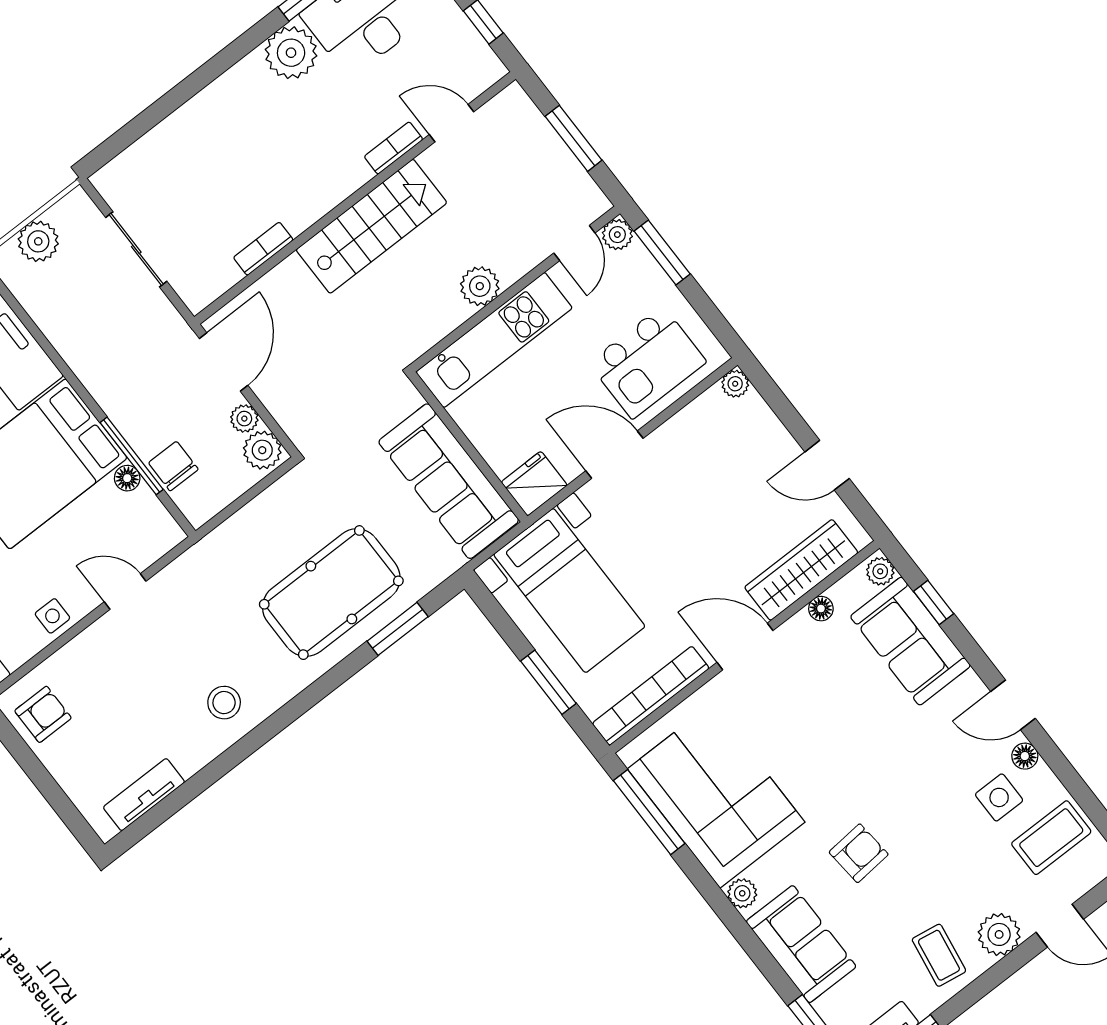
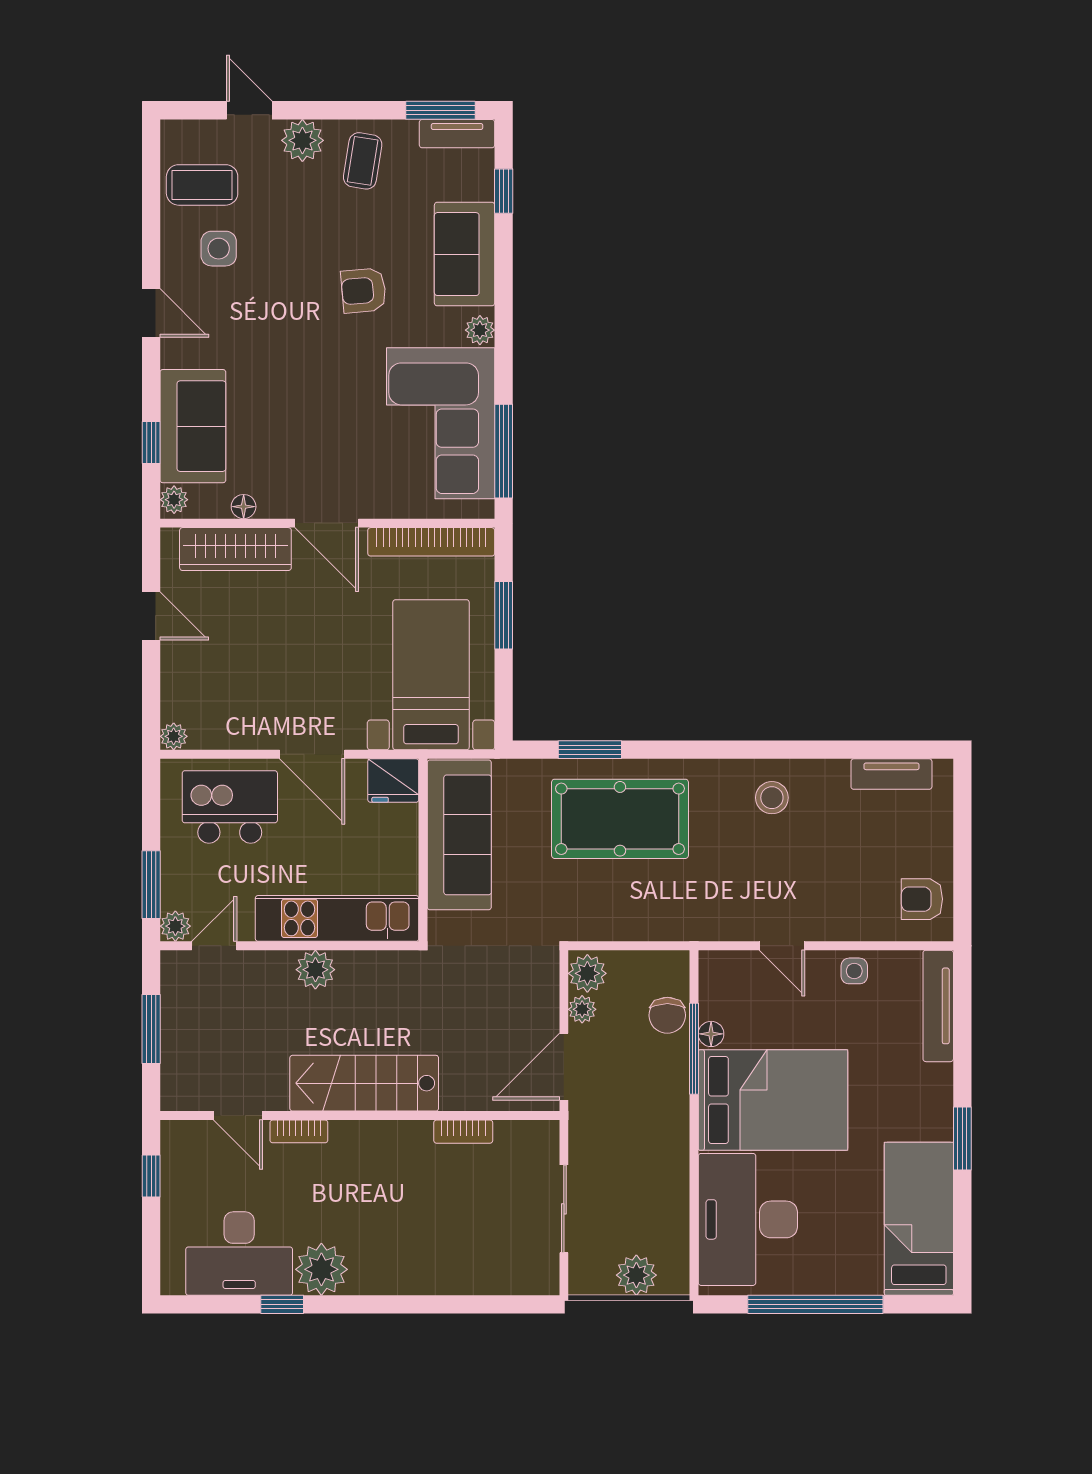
floor lamp: (1025, 756) -> (173, 265), removed

